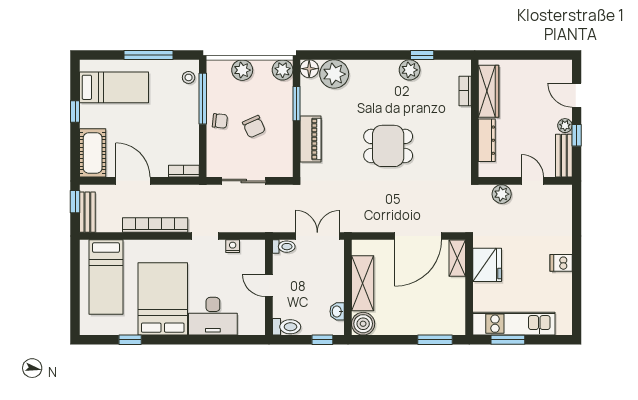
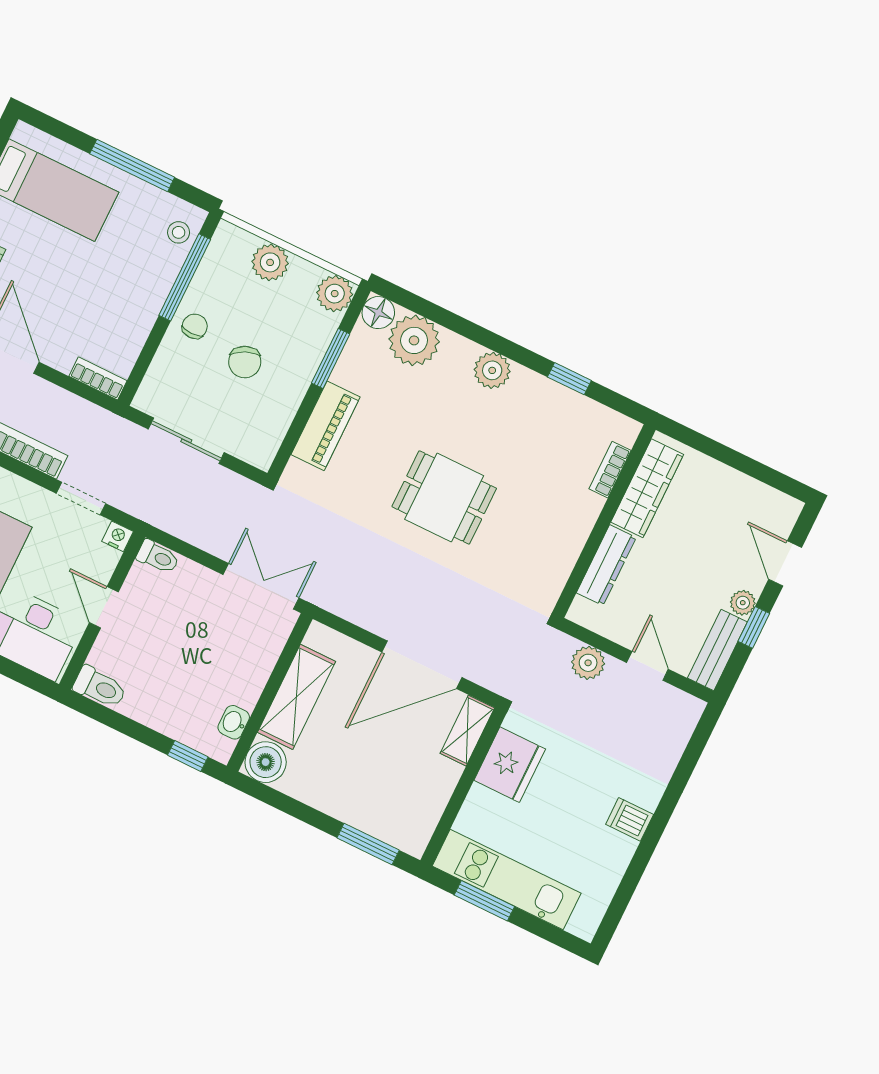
plant: (410, 70) -> (492, 370), moved
chair: (220, 121) -> (195, 326), turned -96
toilet: (284, 247) -> (158, 557), moved
door: (269, 285) -> (104, 607), moved
wall: (269, 287) -> (102, 611), moved
toilet: (287, 327) -> (100, 687), moved

